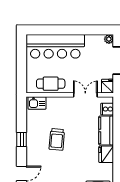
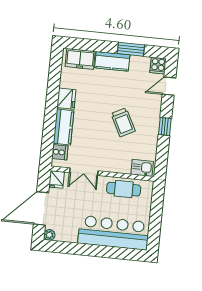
trolley: (57, 139) -> (123, 122), turned 148

